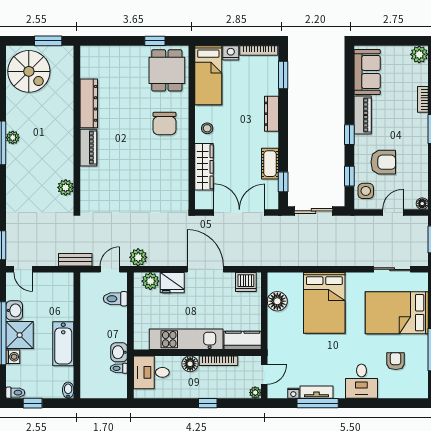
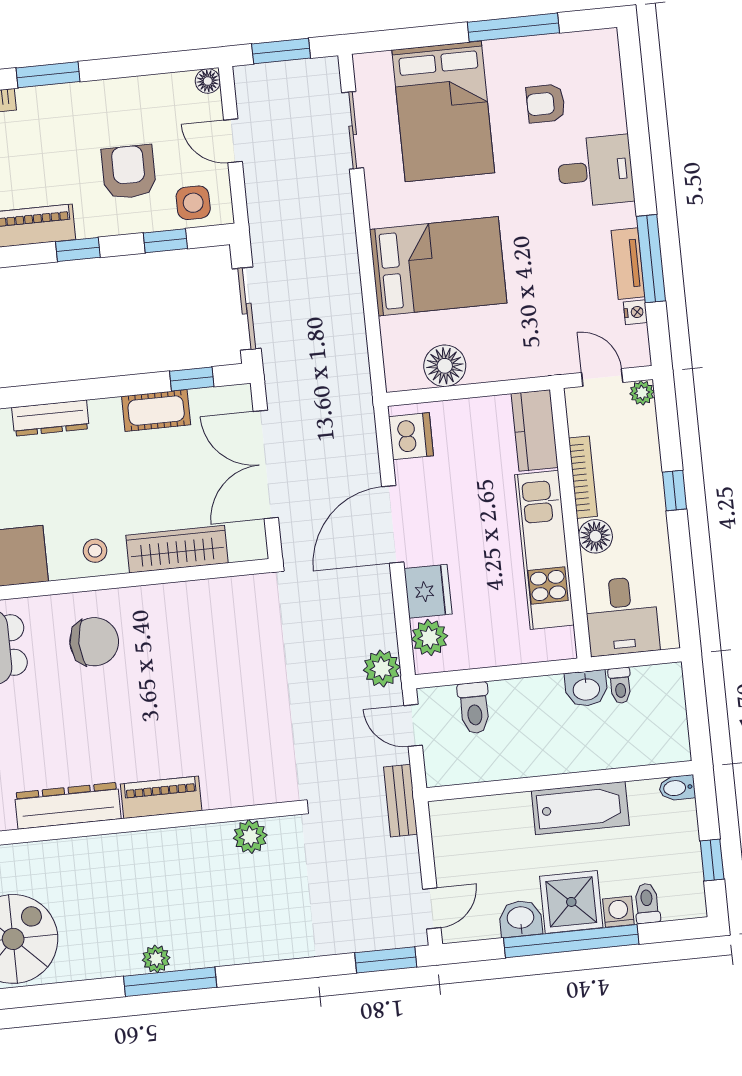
toilet: (15, 393) -> (647, 903), moved

